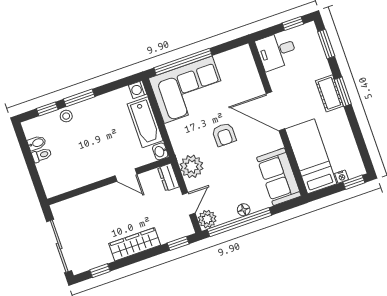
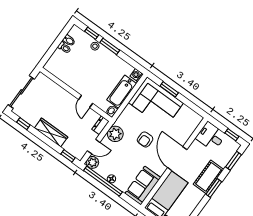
window: (183, 62) -> (169, 89), width x0.47
cot: (329, 93) -> (208, 177), width x1.37, depth x1.34

